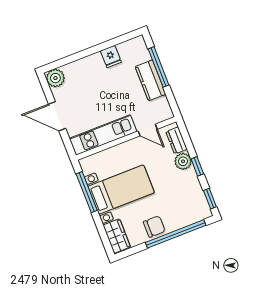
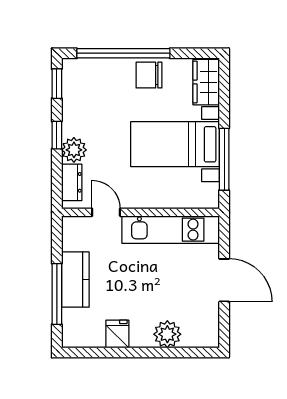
plant: (55, 78) -> (167, 334), moved

